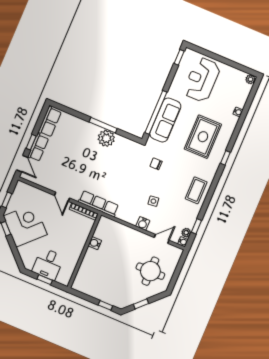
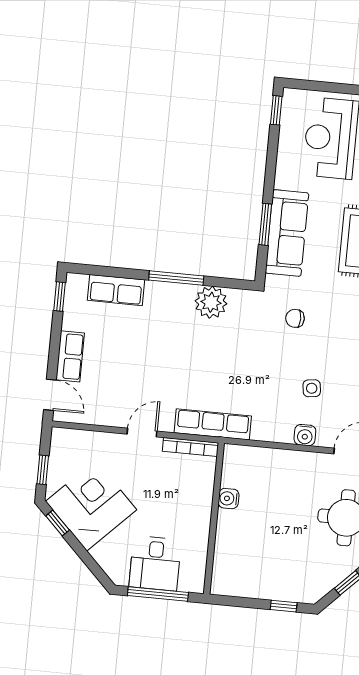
window: (156, 112) -> (265, 224), width x0.47
row of seats: (50, 122) -> (116, 290), moved, turned 90
plant: (106, 138) -> (211, 302), moved
window: (31, 142) -> (59, 297), moved
door: (62, 197) -> (142, 433), swing flipped
window: (45, 280) -> (158, 594), width x2.17

